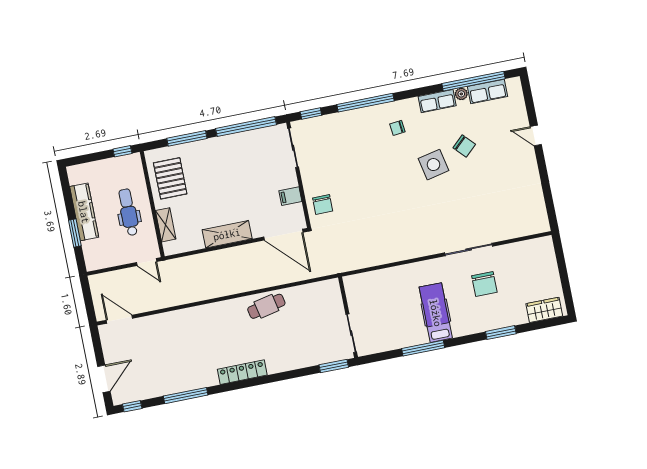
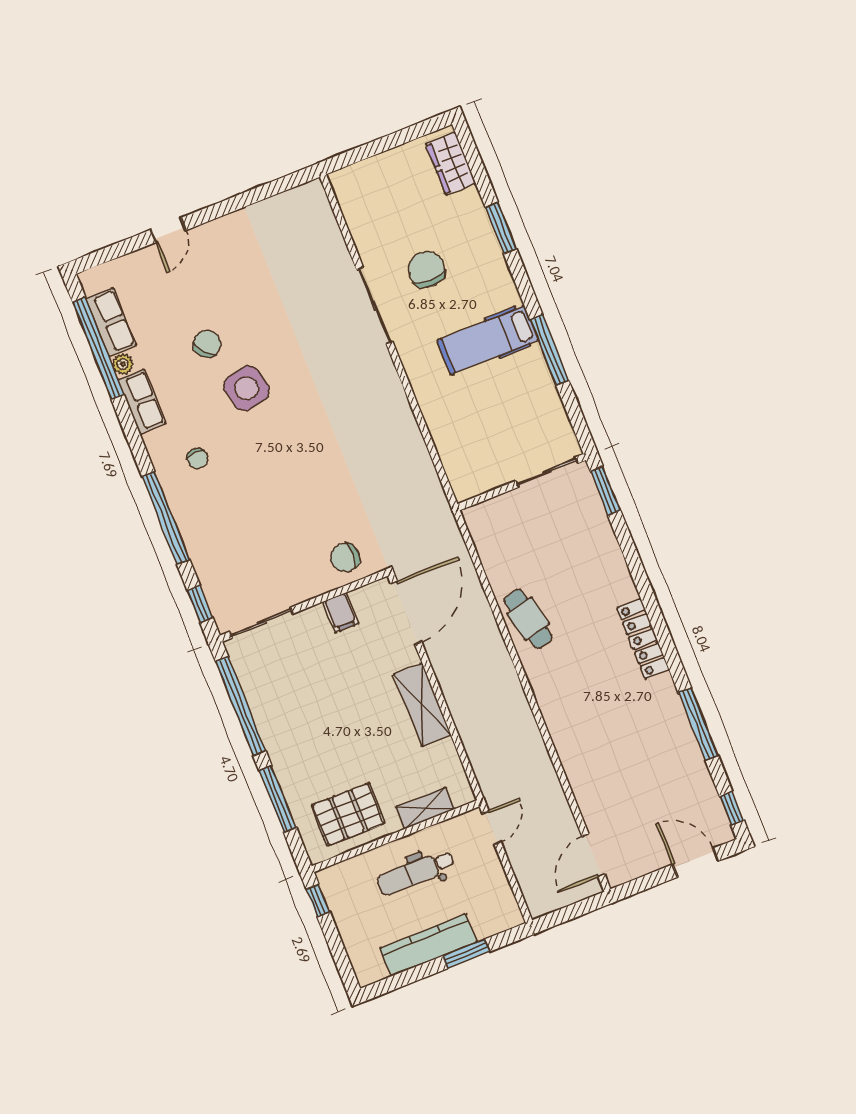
chair: (323, 204) -> (345, 558), turned 180
chair: (484, 284) -> (426, 269), turned -90

